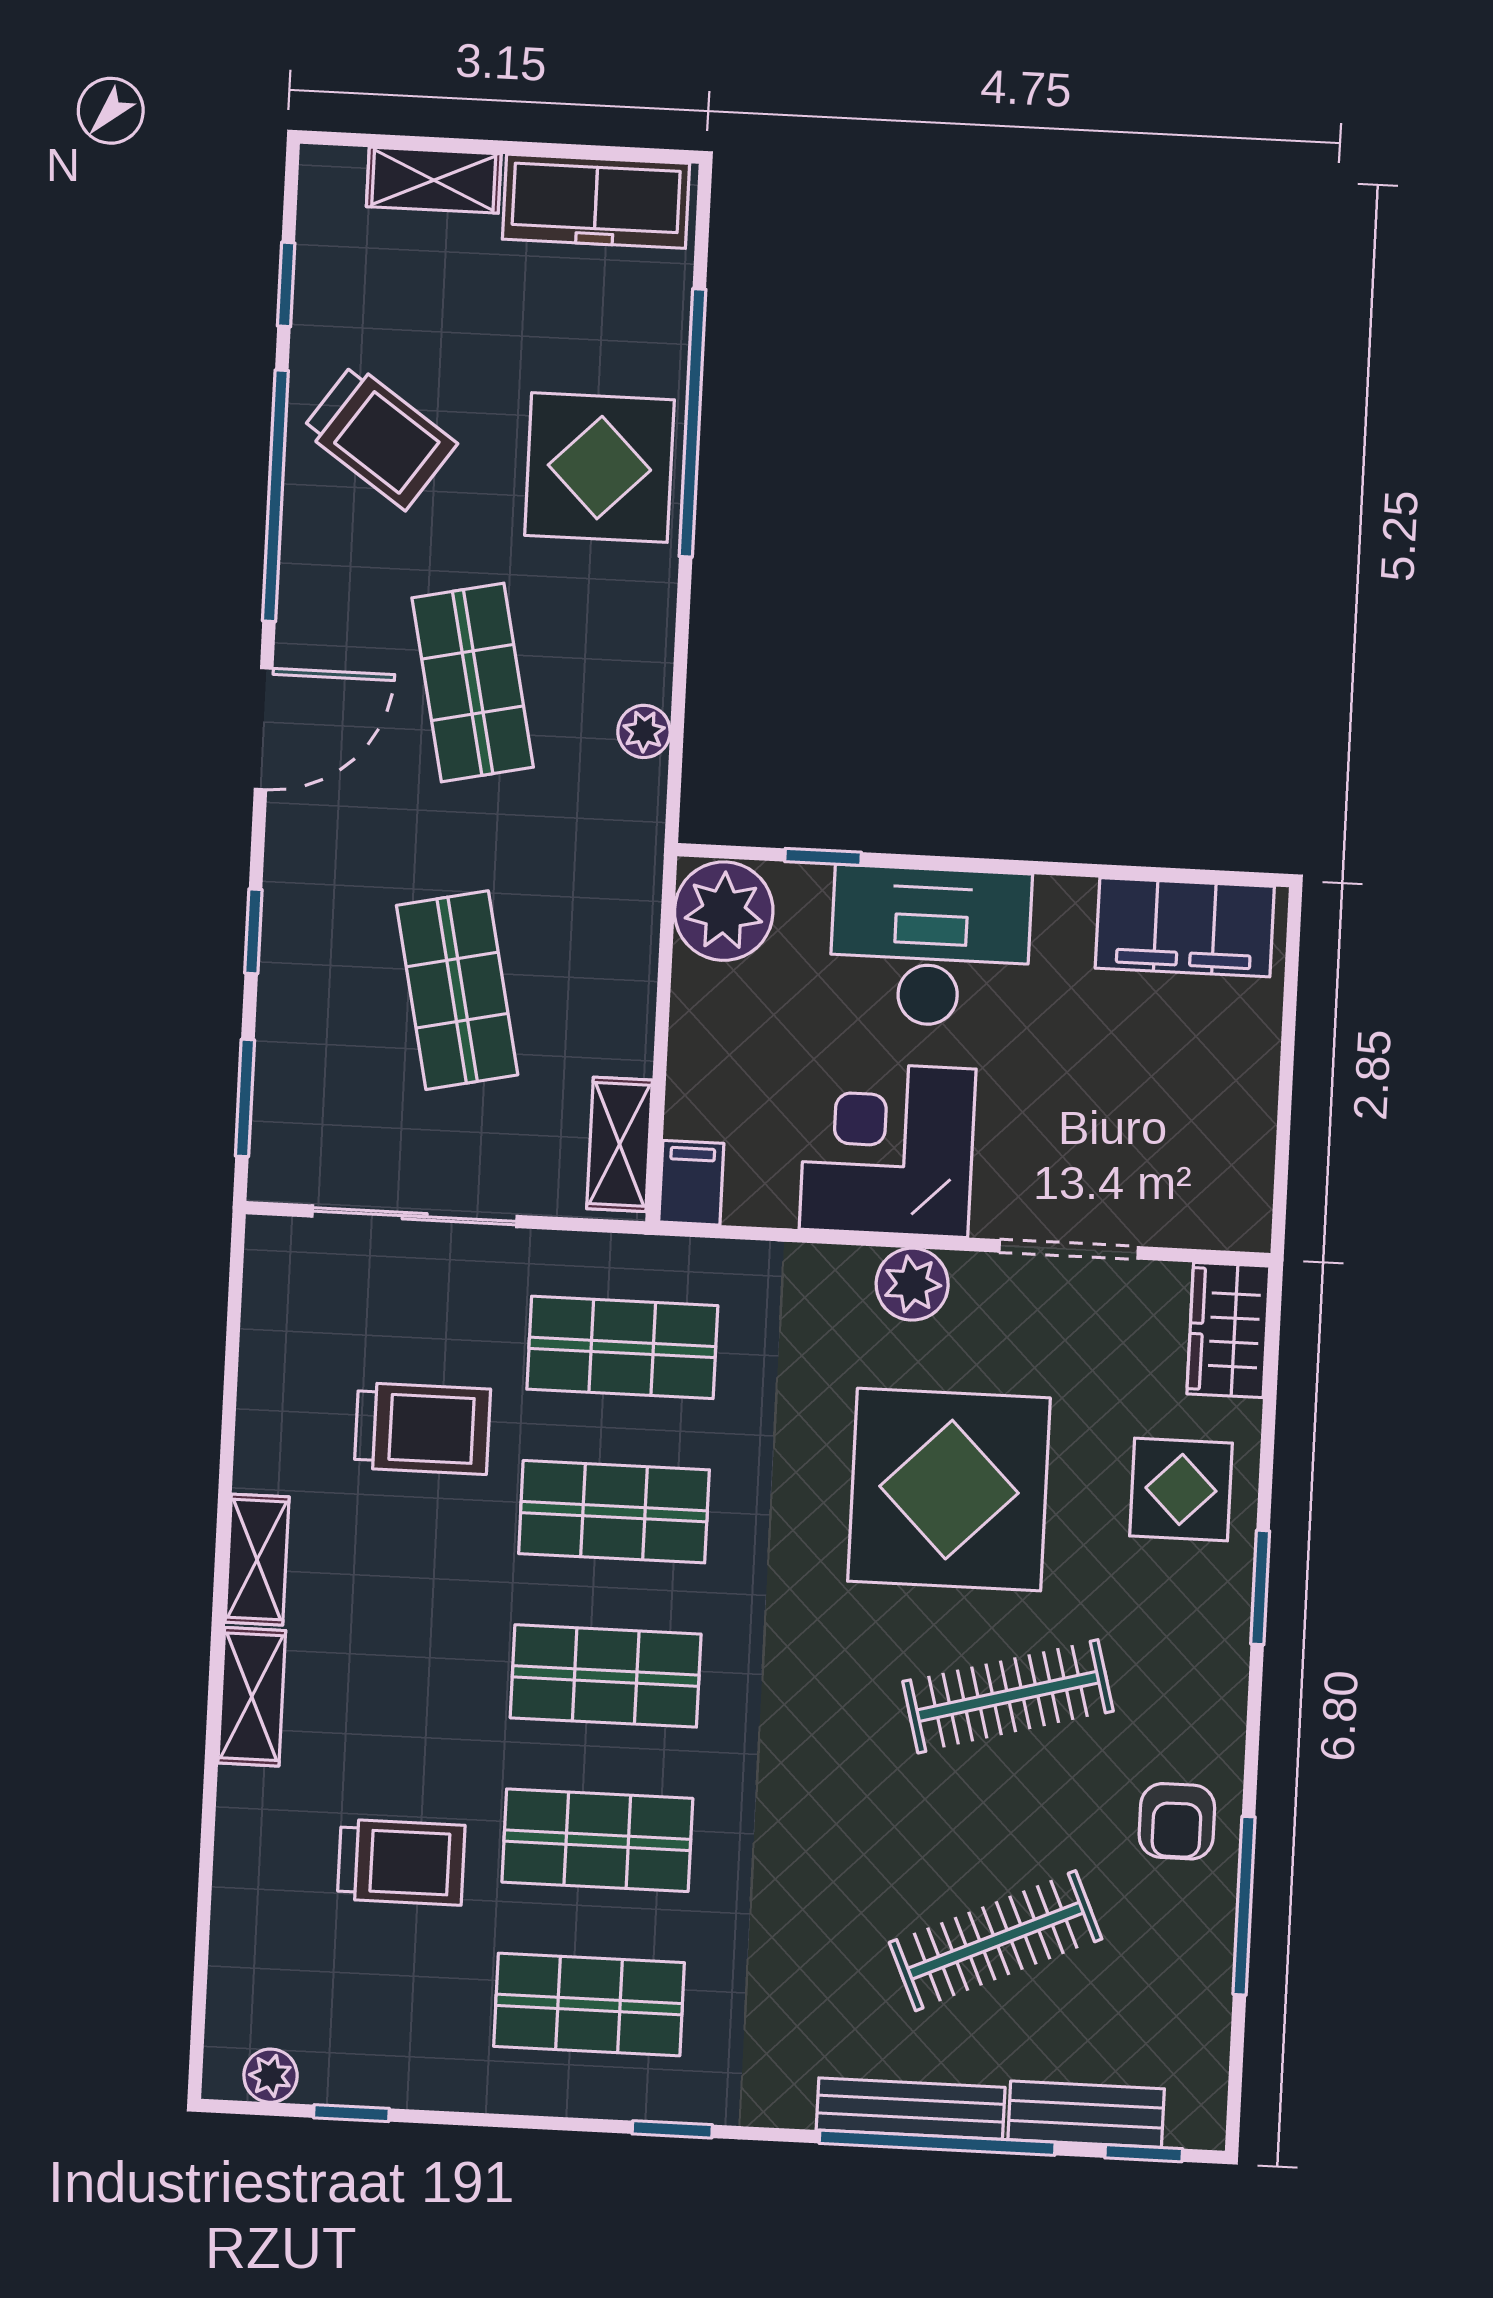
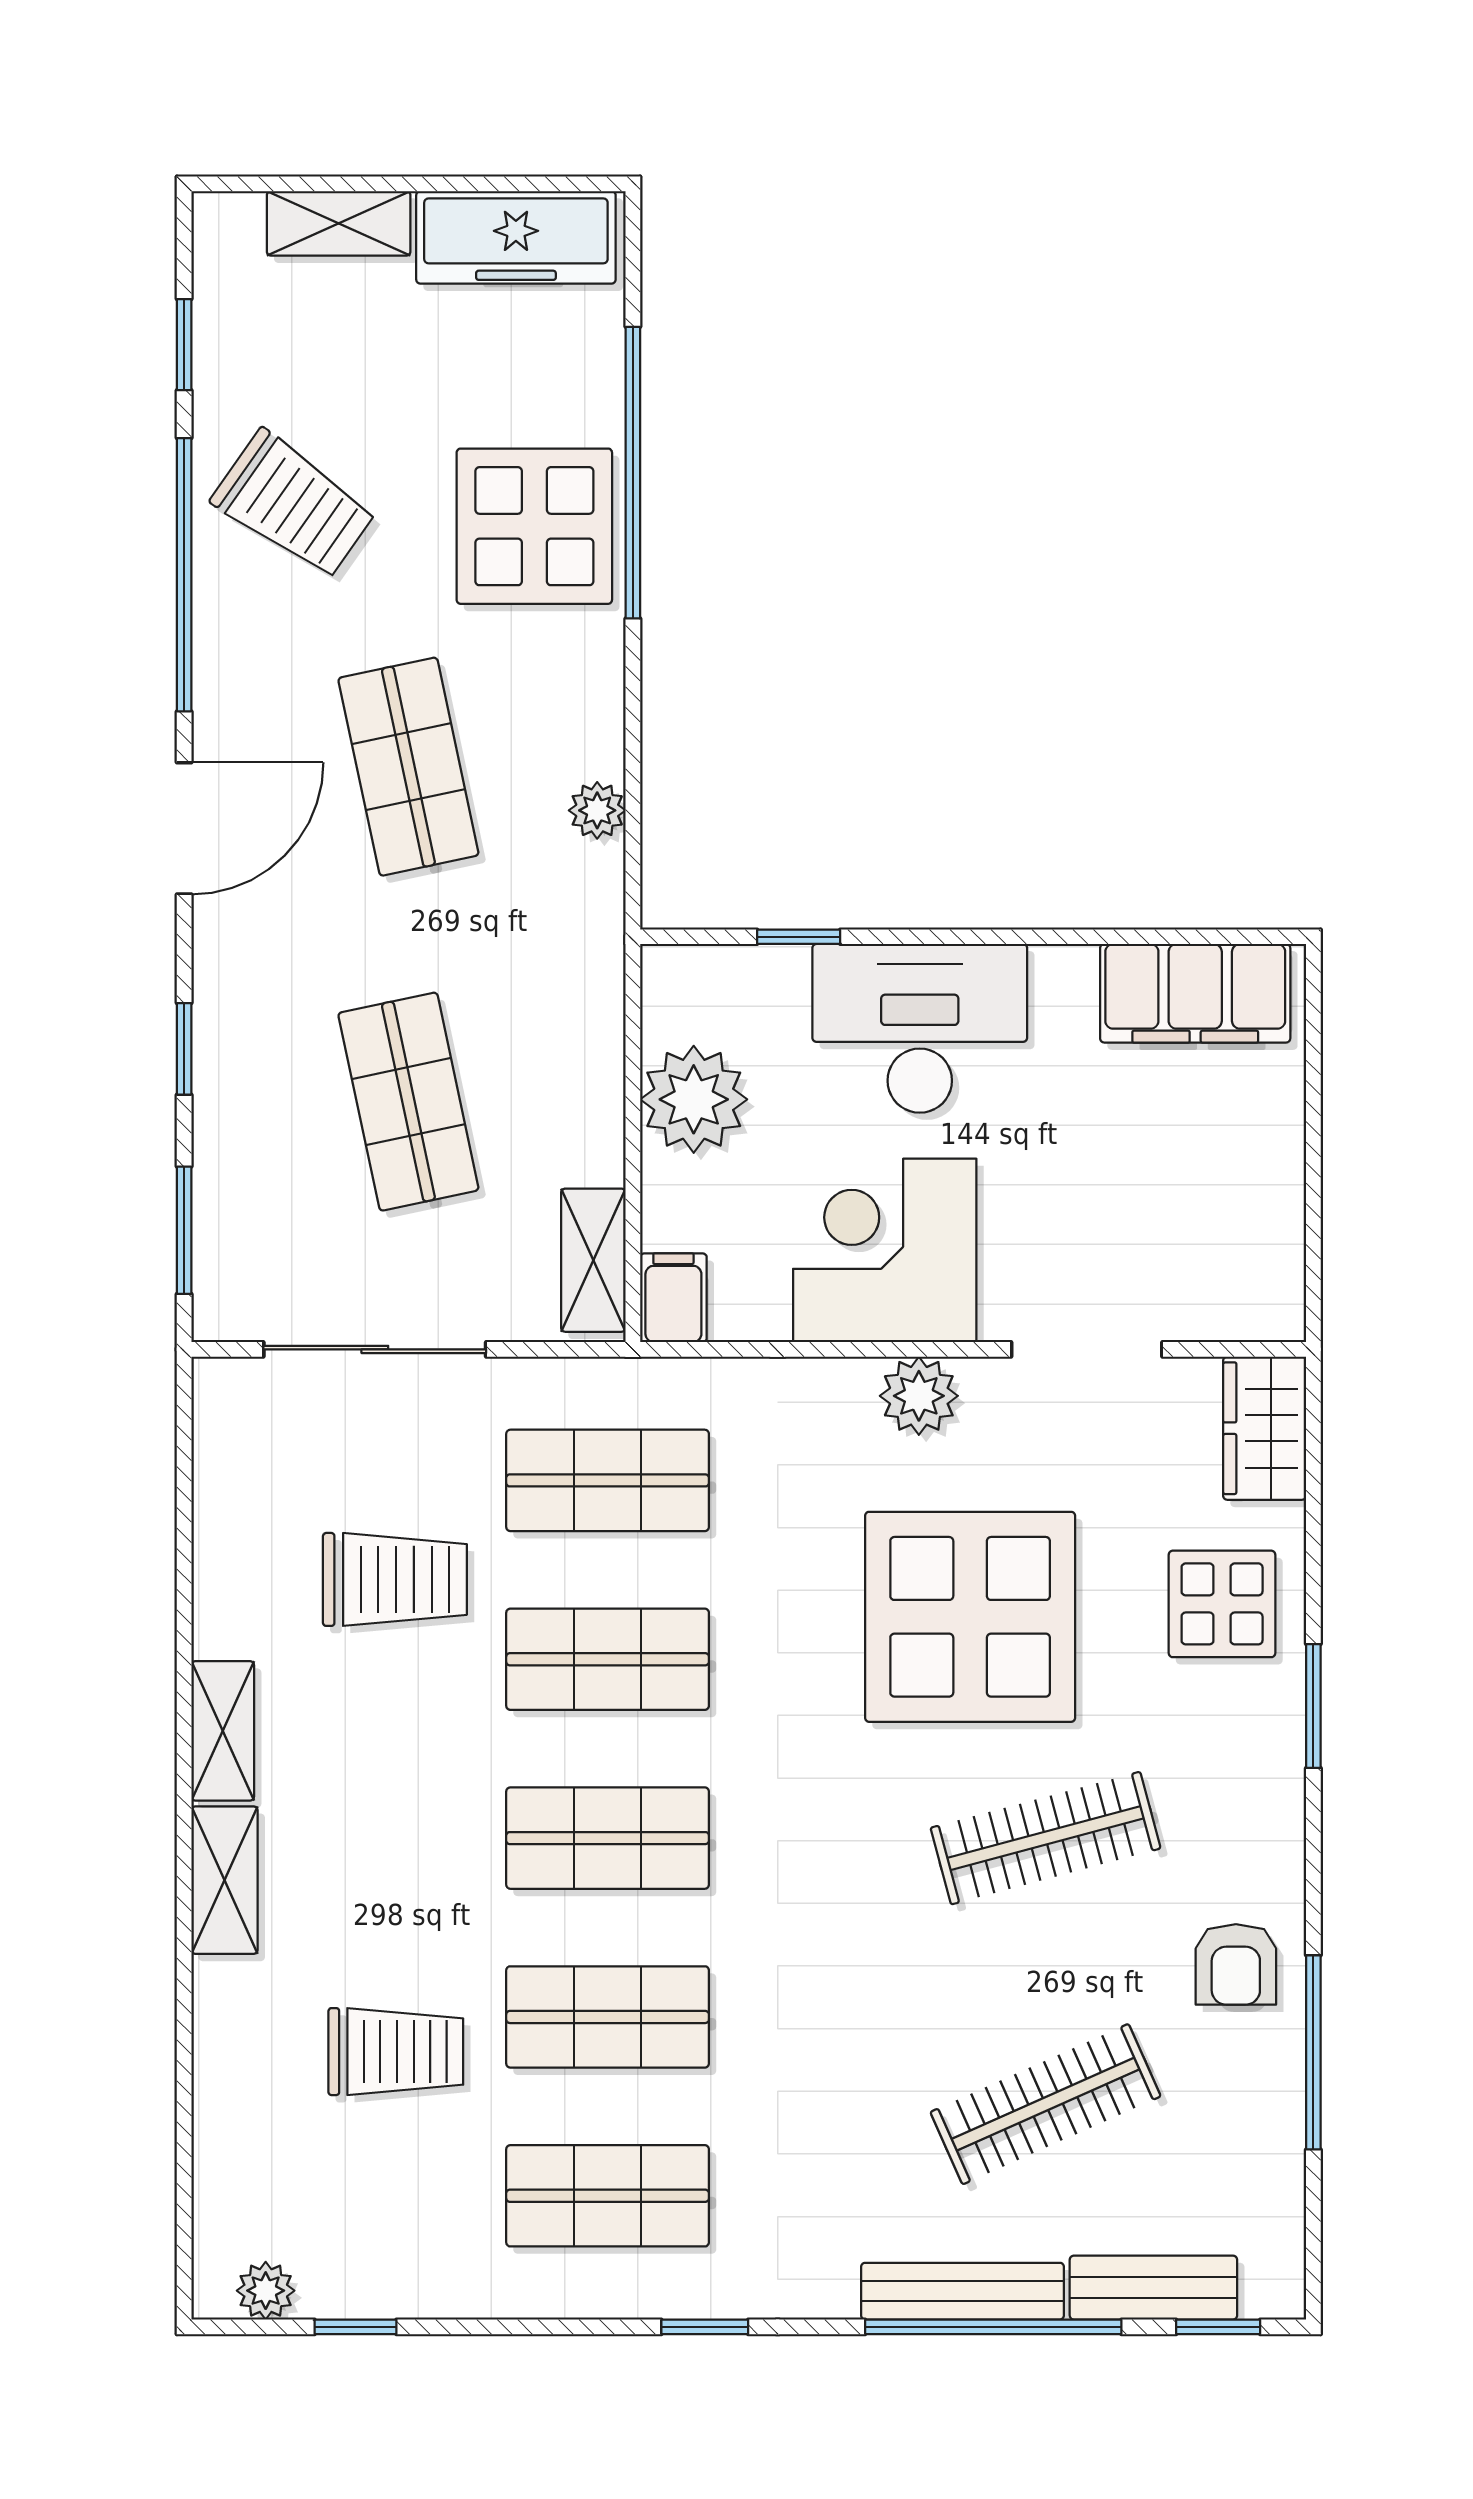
plant: (724, 911) -> (694, 1099), moved

